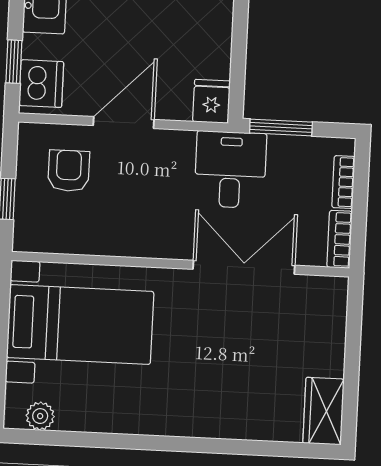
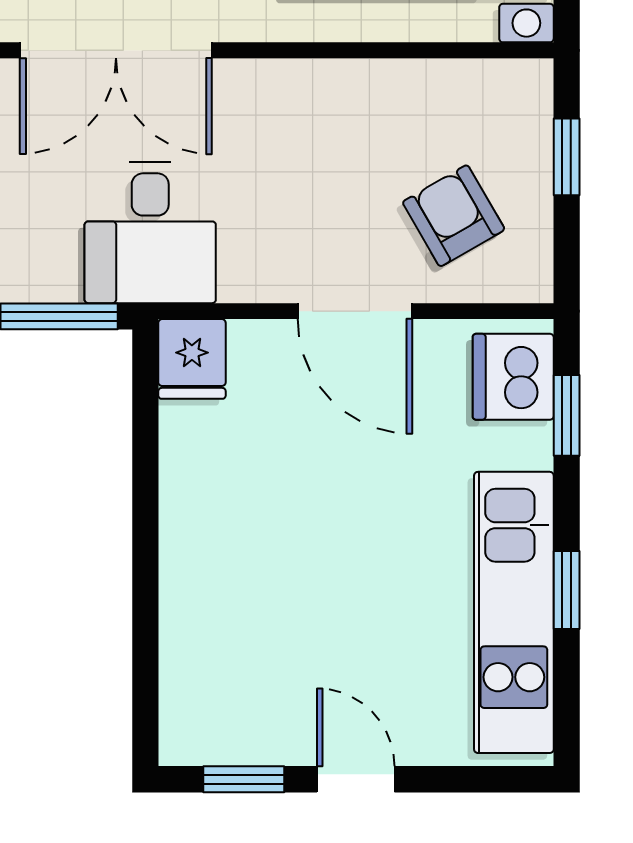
door: (124, 123) -> (355, 311), hinge flipped
armchair: (69, 171) -> (454, 216), turned 150

